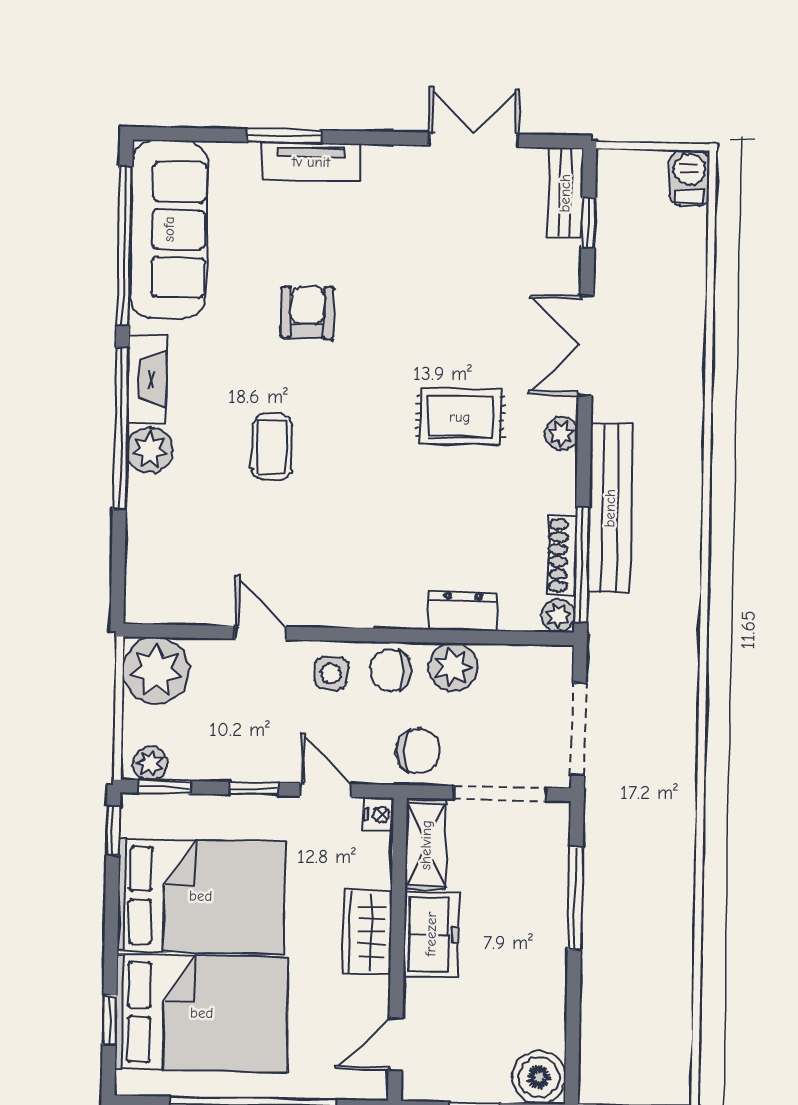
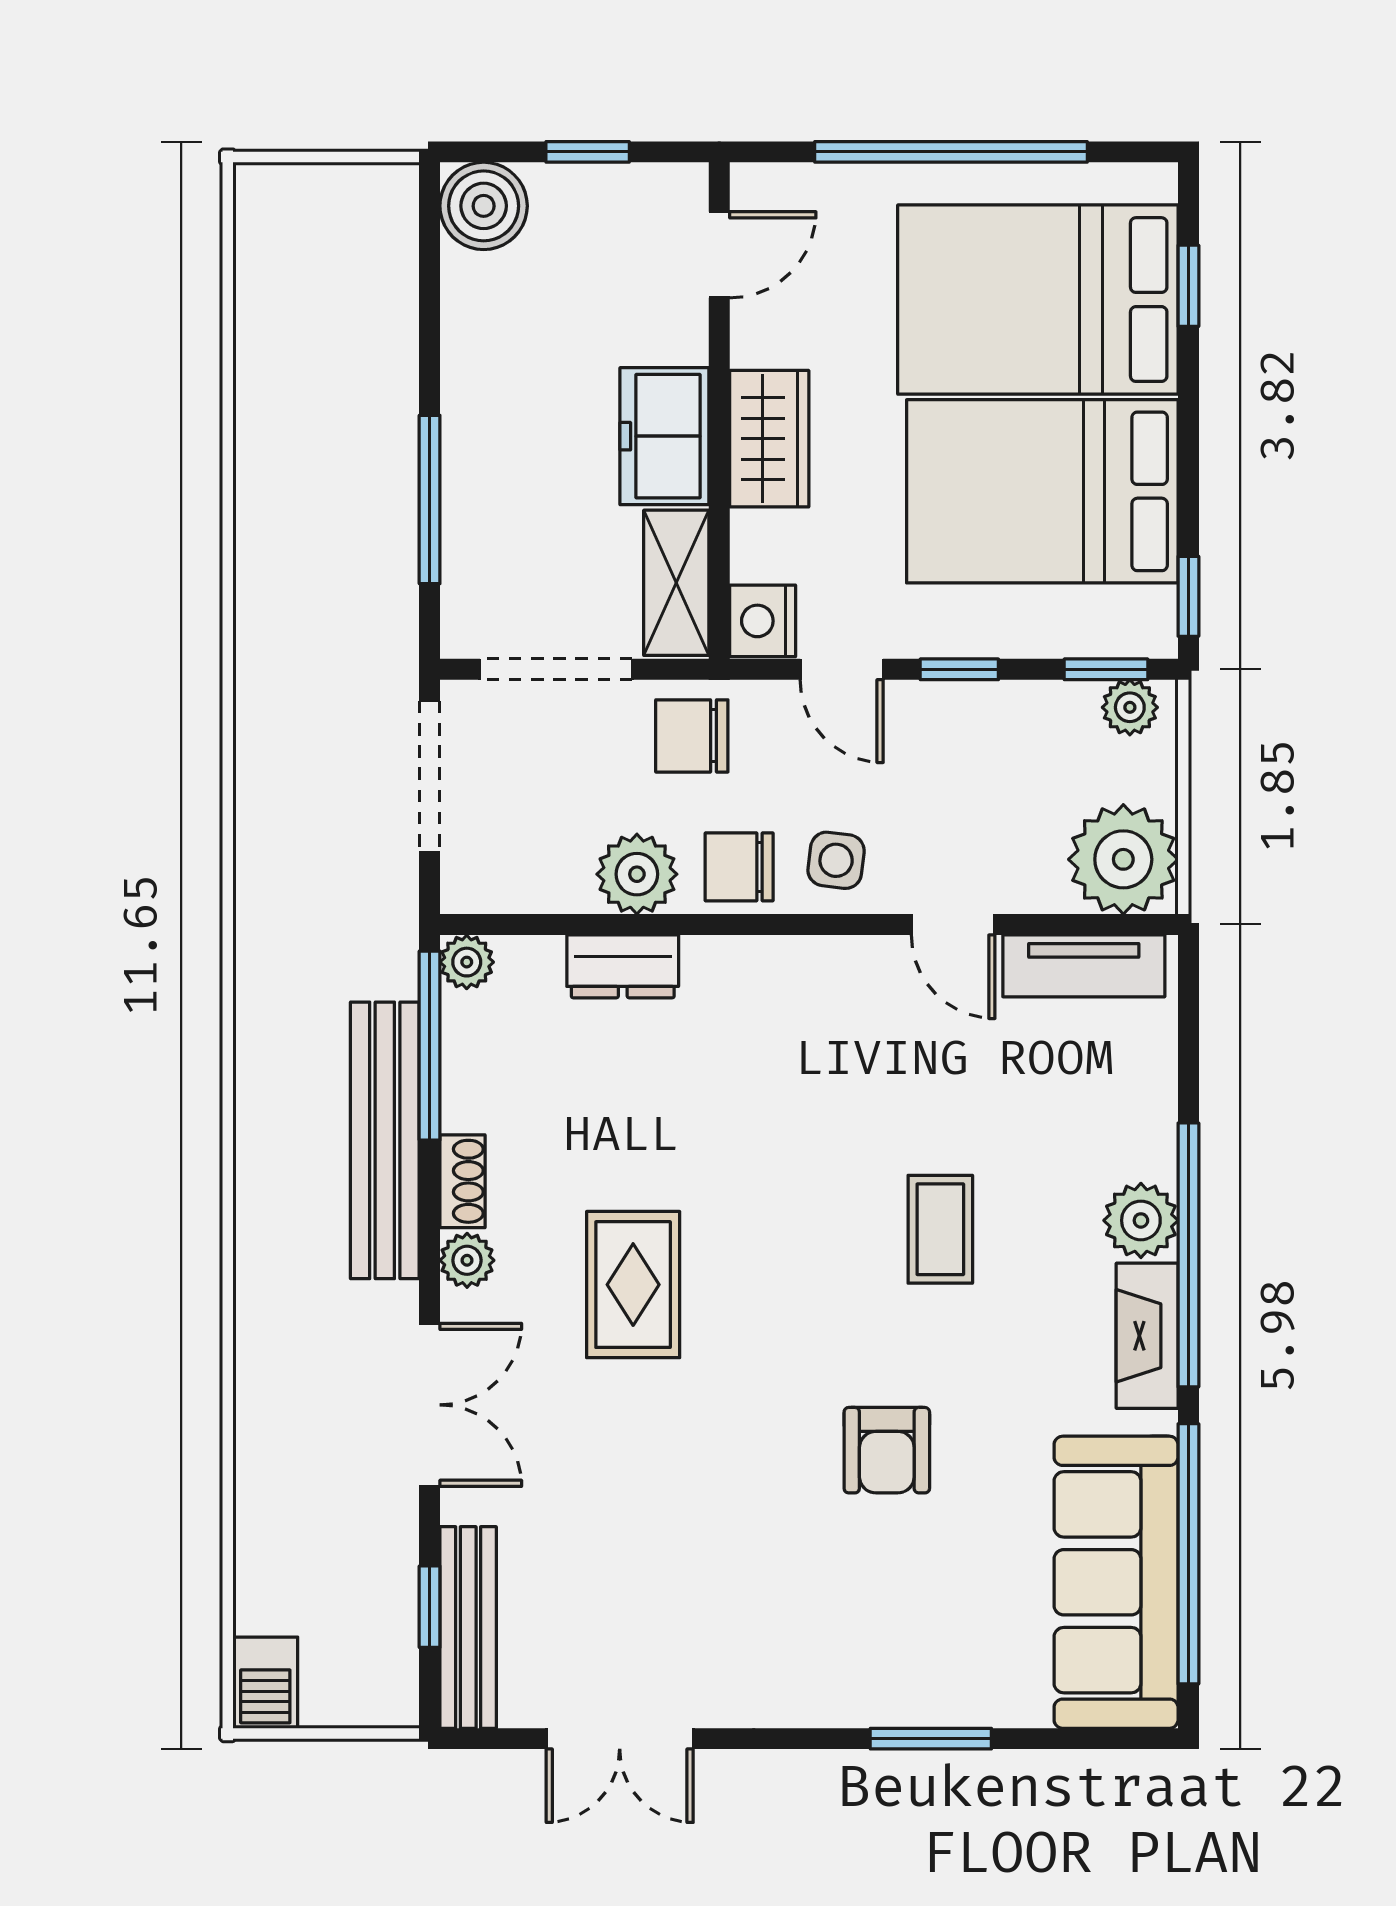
tv unit: (311, 162) -> (1084, 966), moved, turned 180
bench: (565, 193) -> (468, 1628), width x1.36
rug: (460, 417) -> (633, 1285), turned 90
shoe rack: (562, 555) -> (462, 1181), moved, width x0.70
chair: (391, 671) -> (739, 867), turned 180
nightstand: (379, 814) -> (763, 621), width x1.39, depth x1.35

